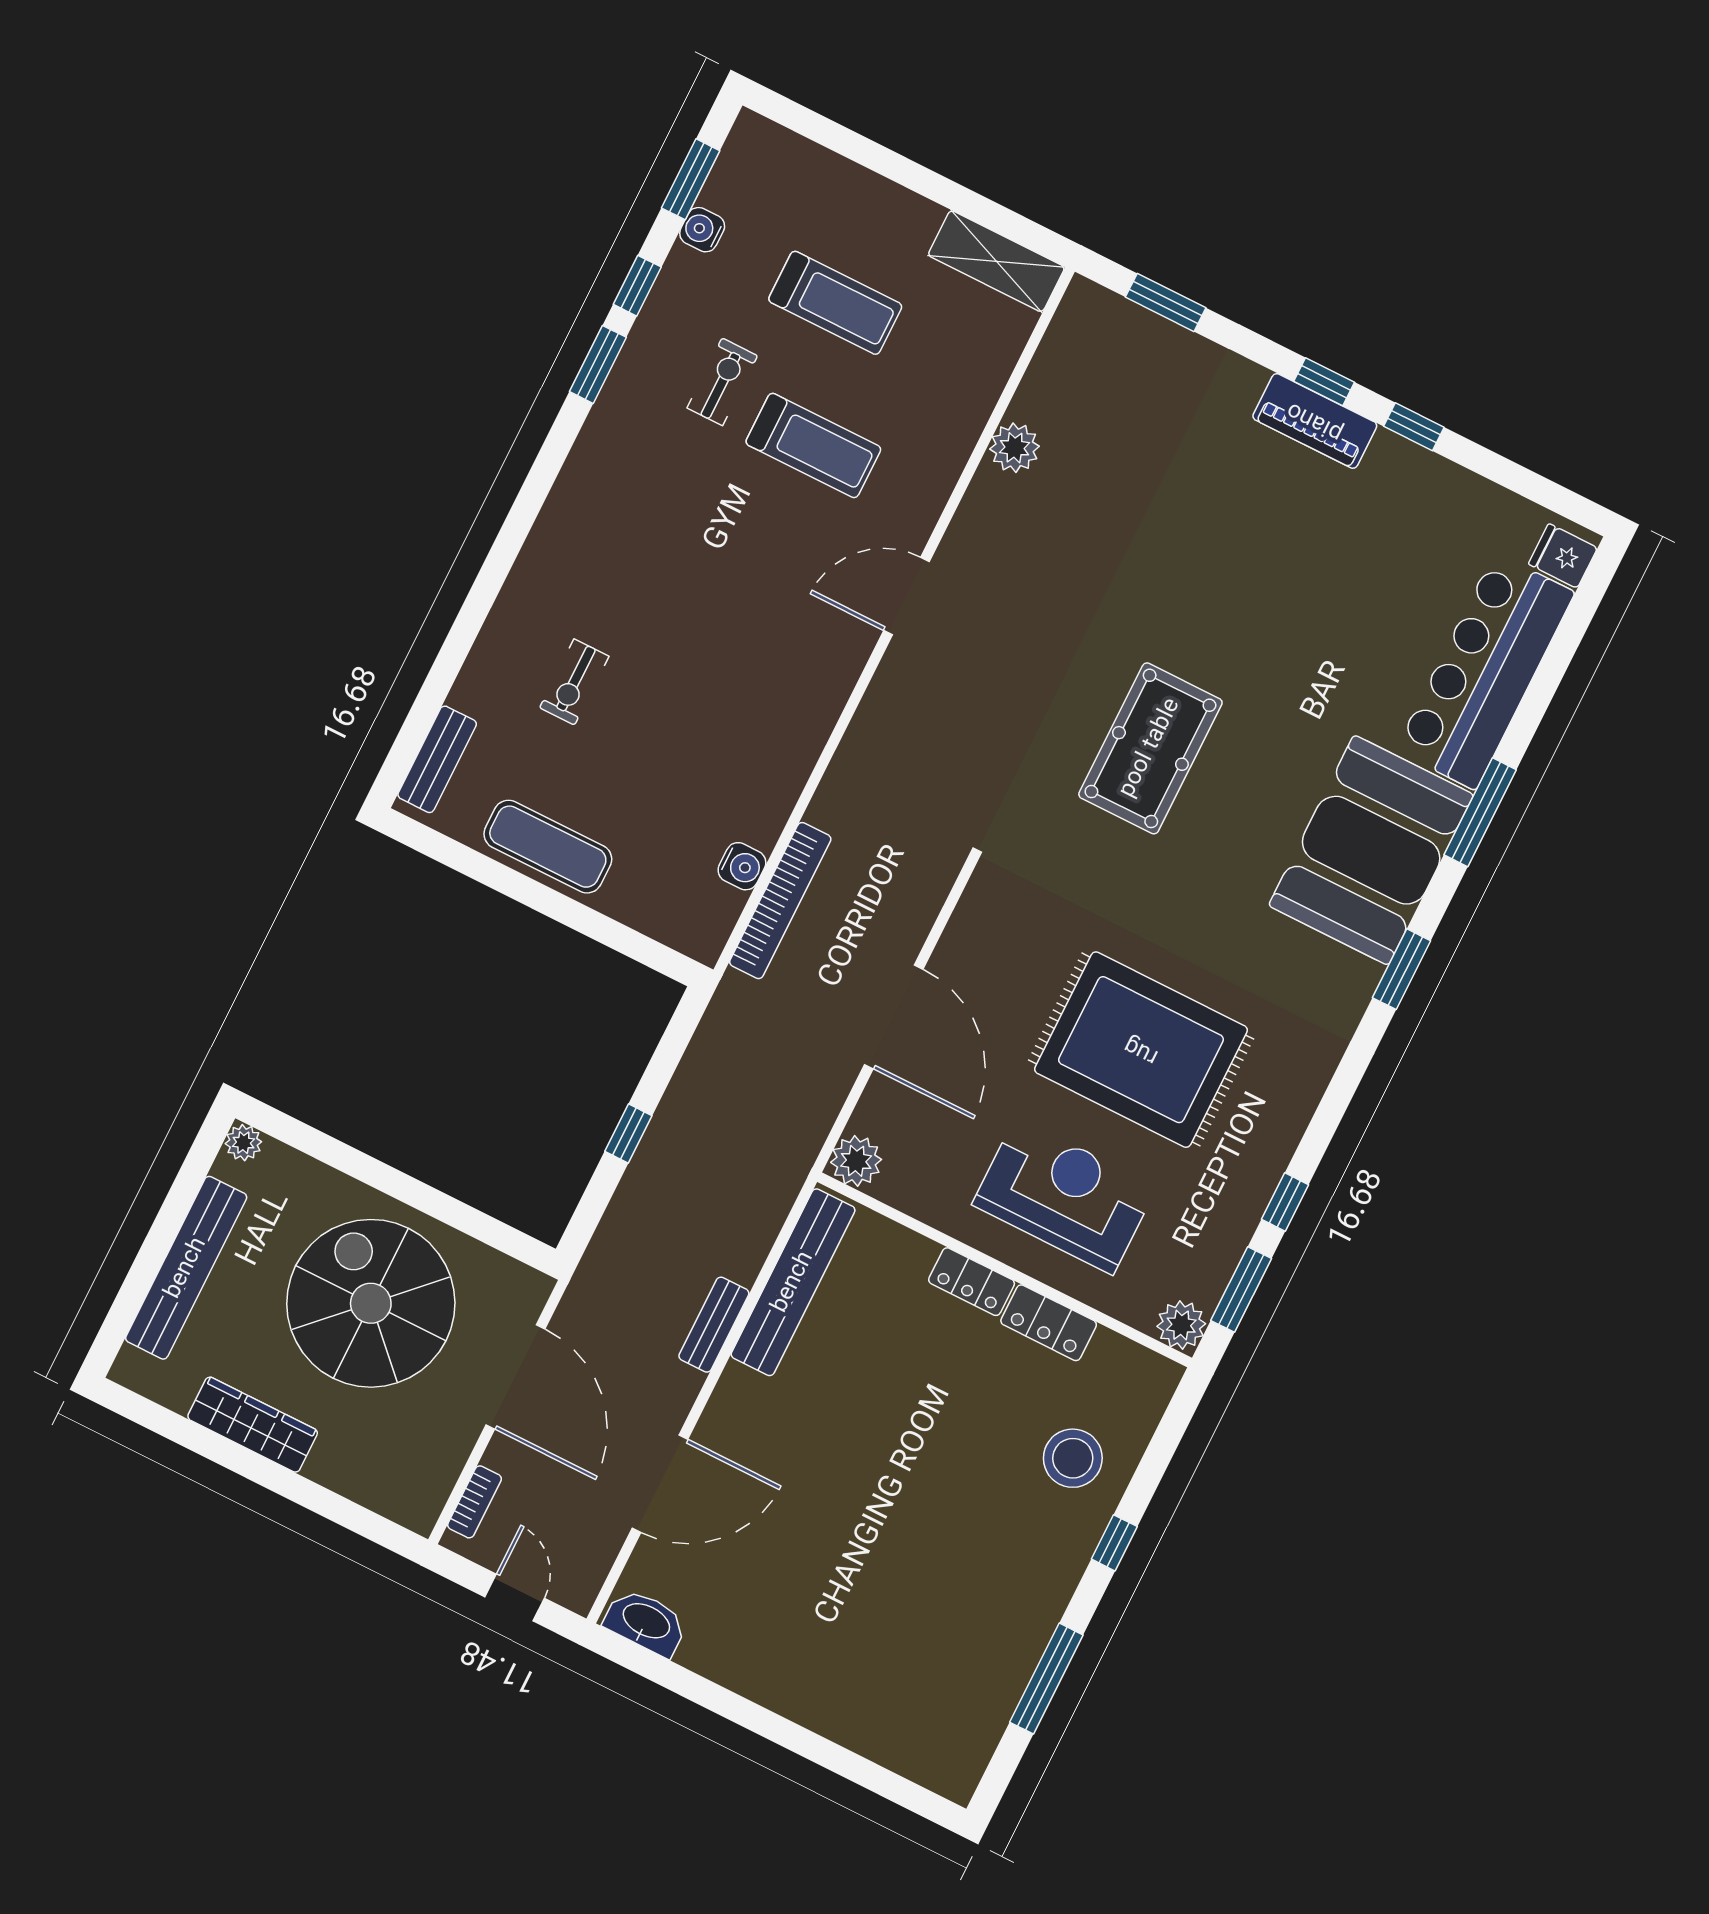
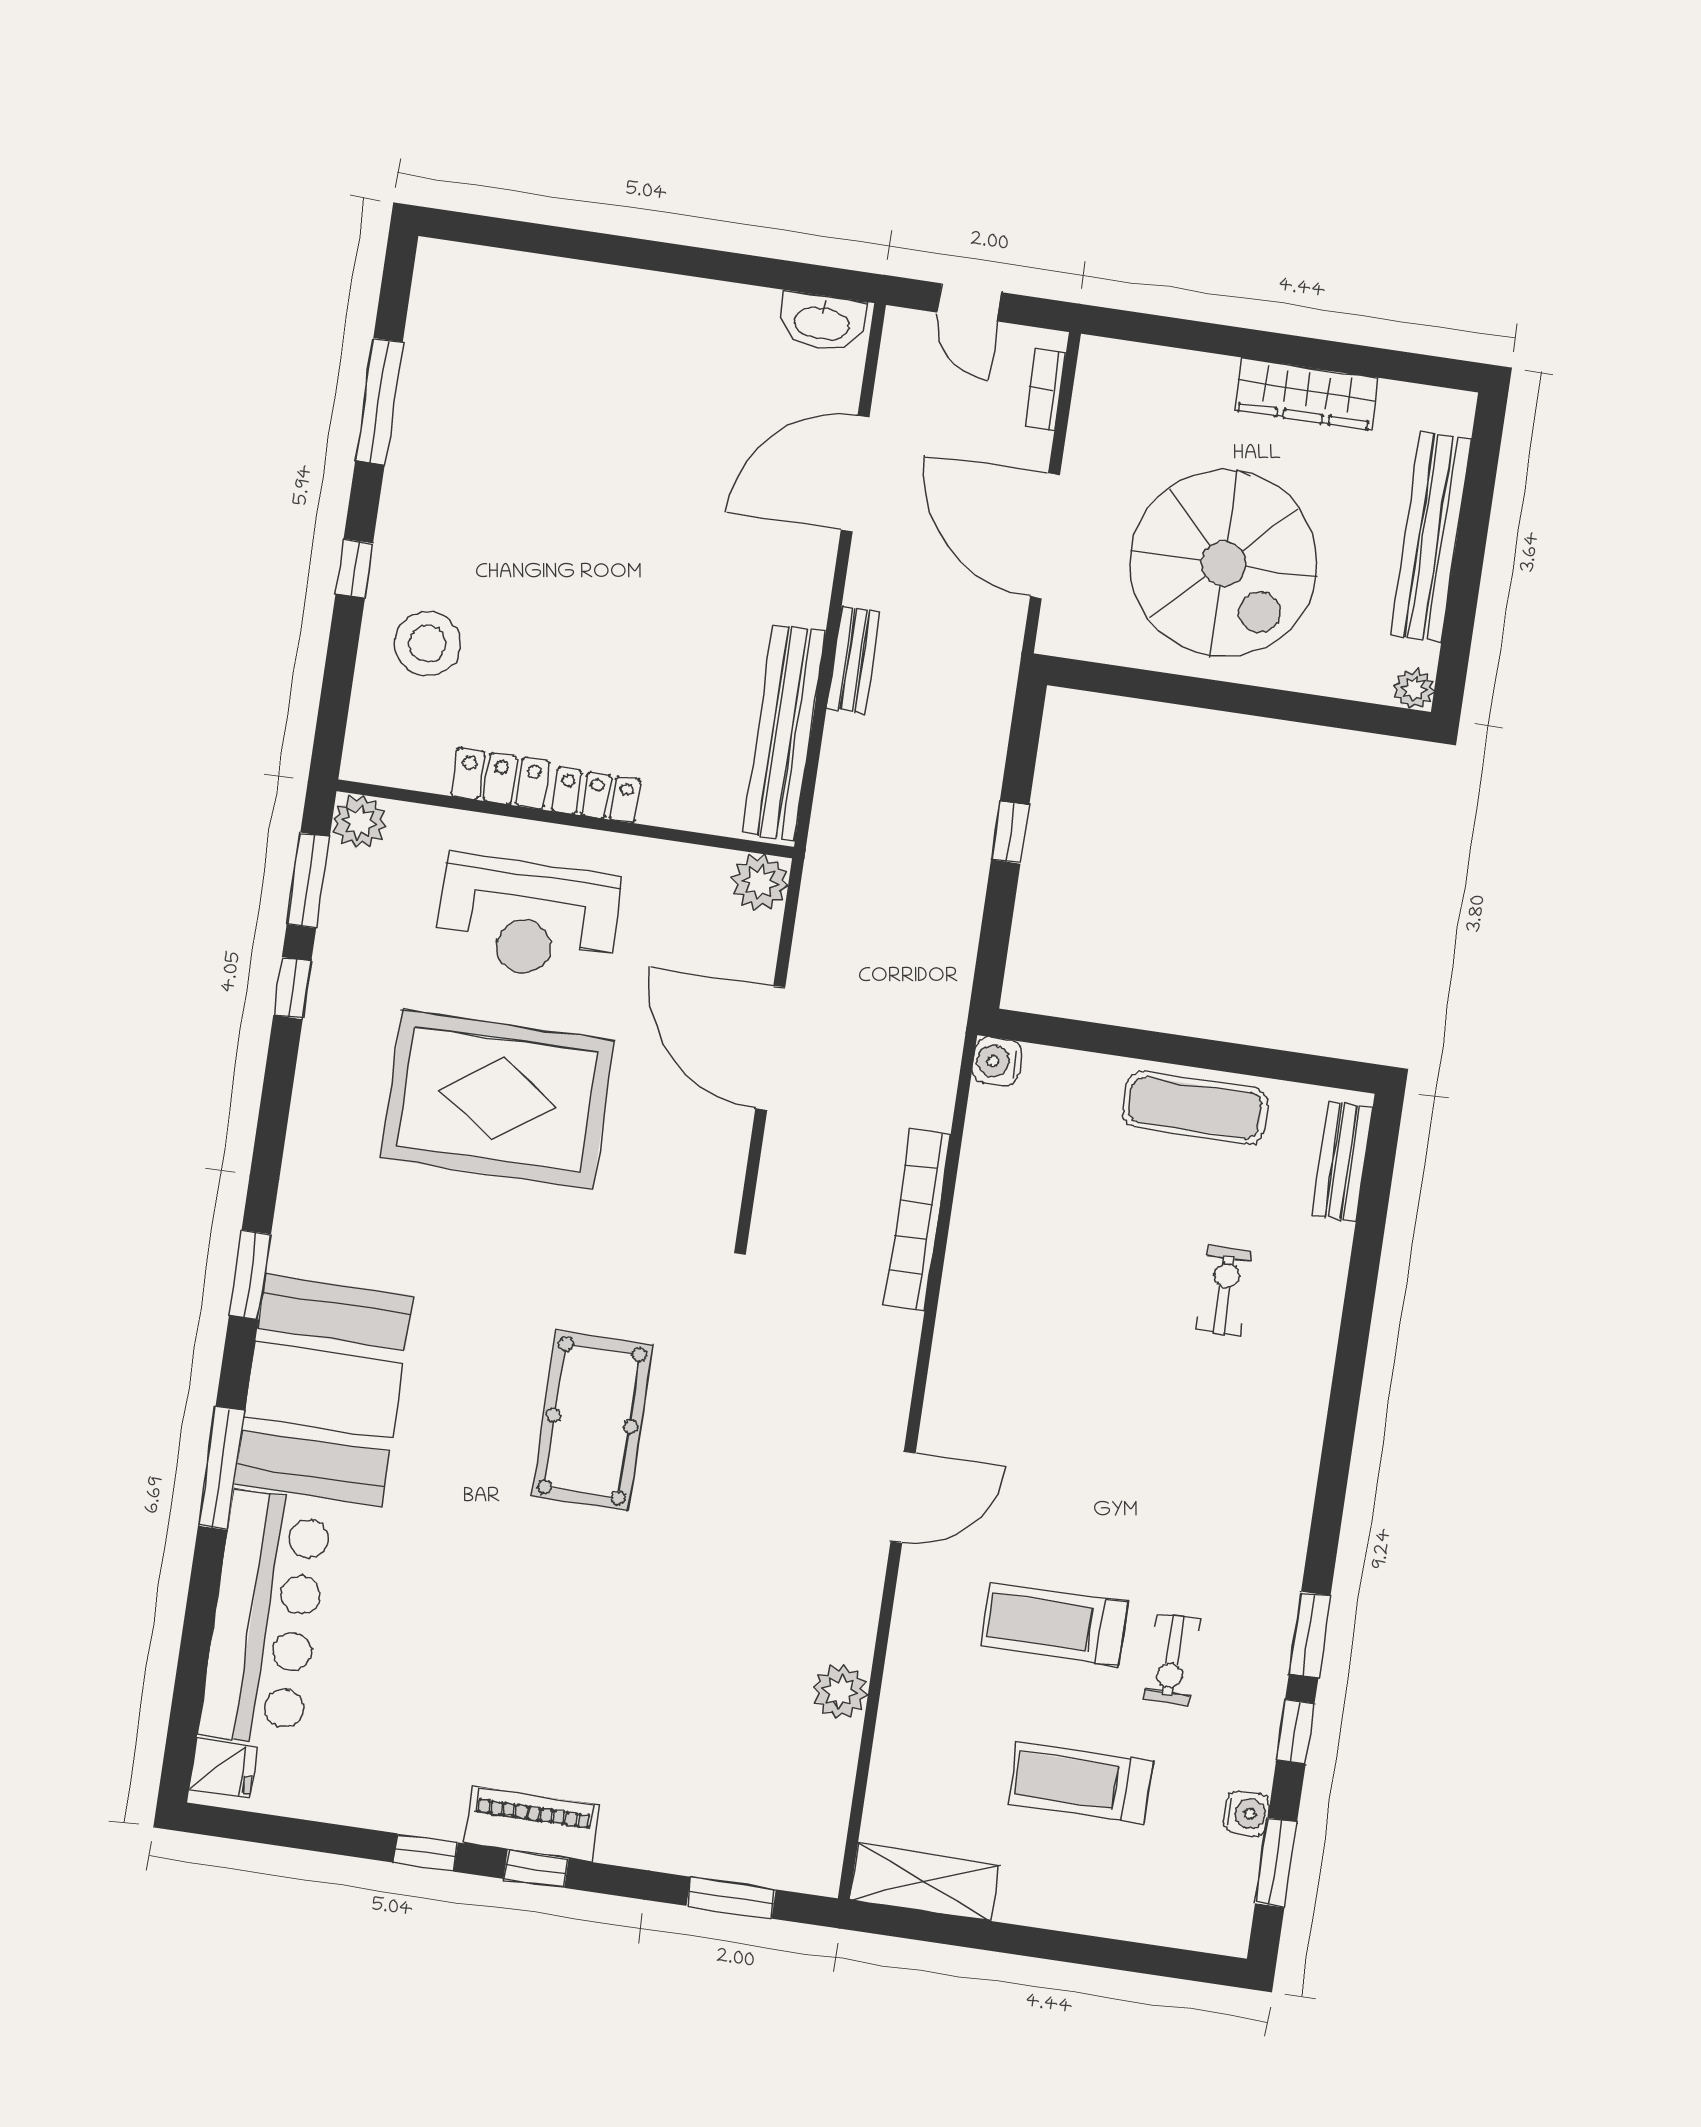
water cooler: (742, 866) -> (997, 1061), moved
bookcase: (780, 901) -> (917, 1220), moved

